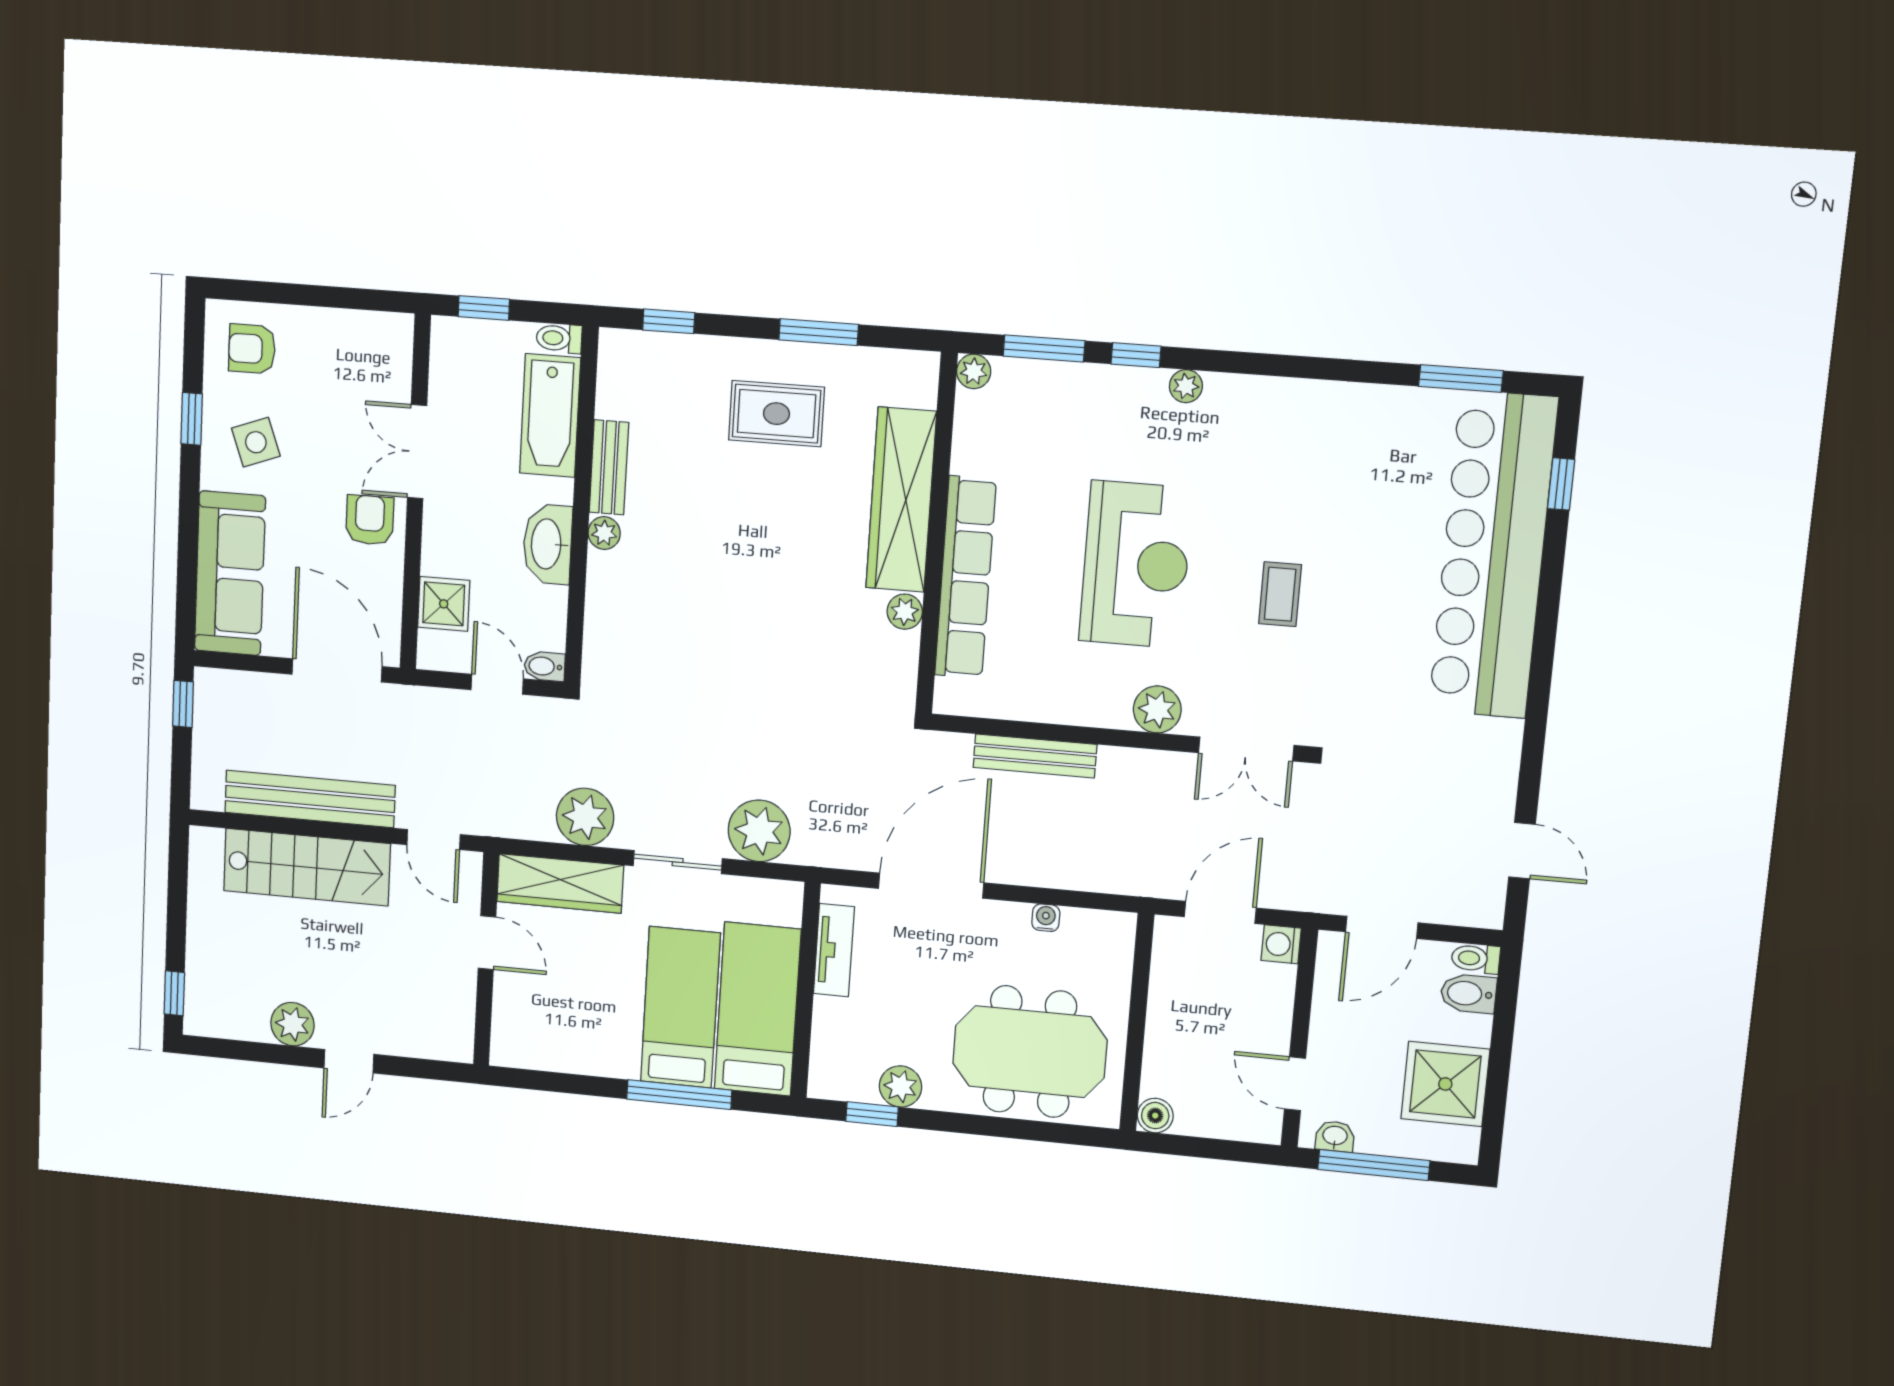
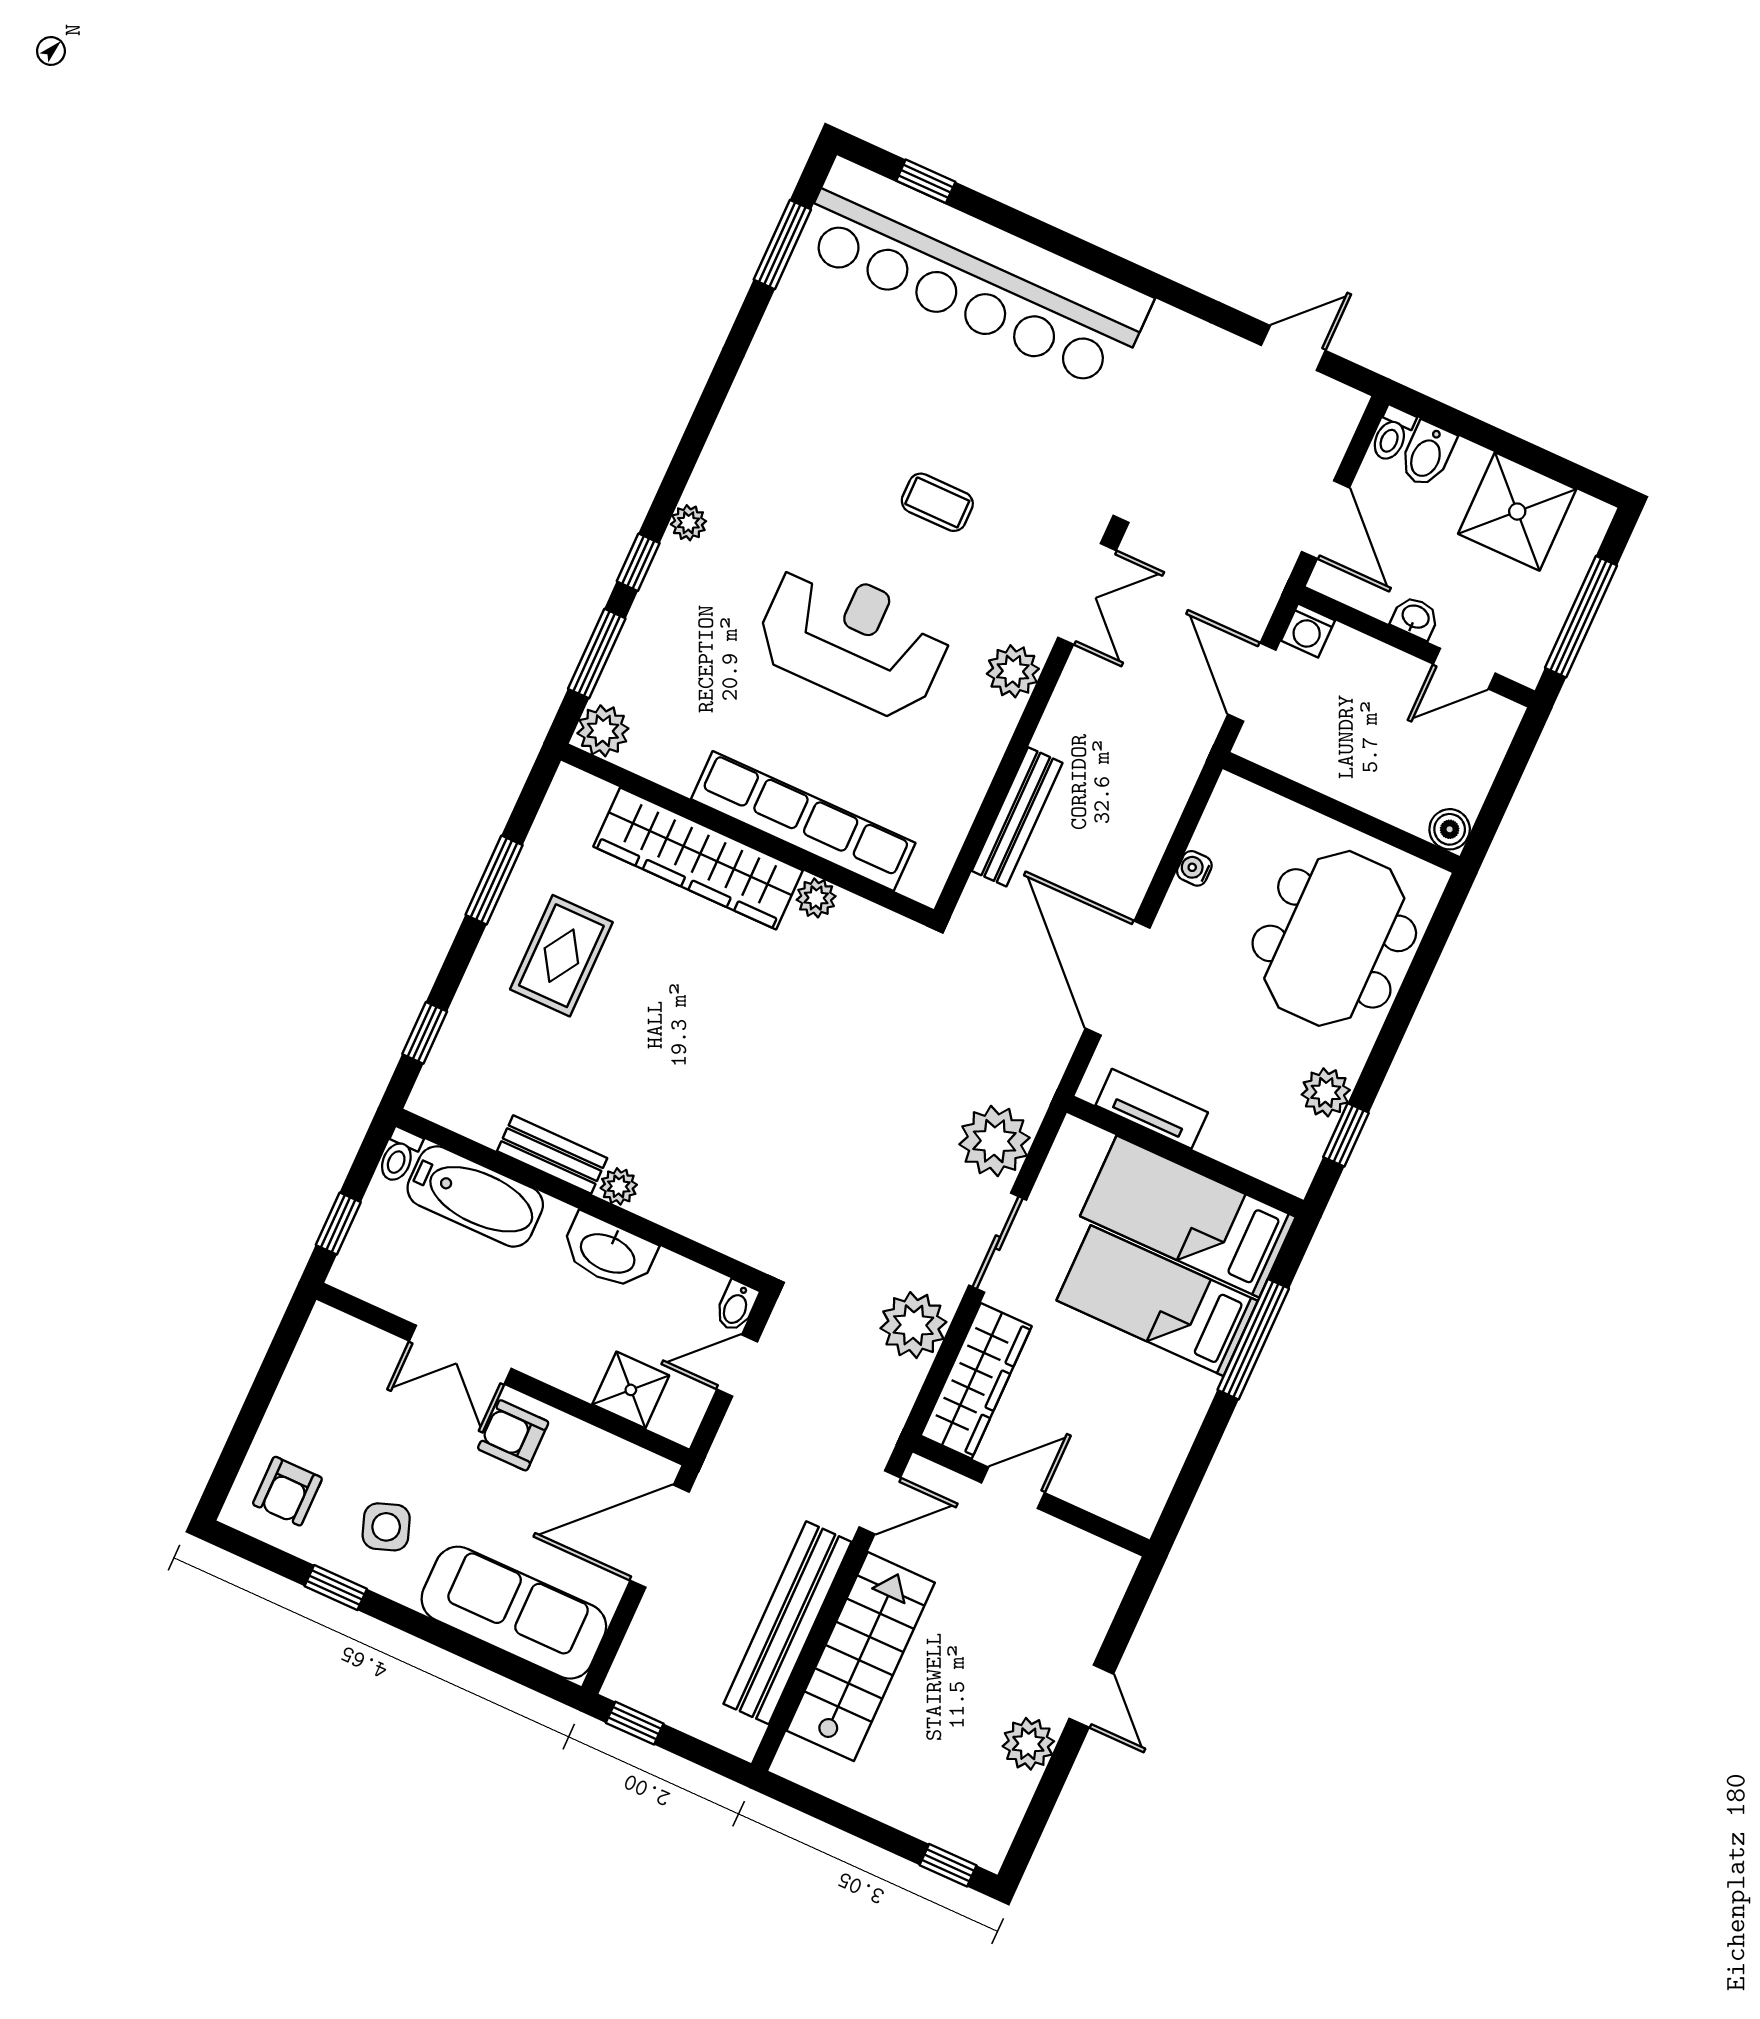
plant: (974, 371) -> (603, 731), width x1.38, depth x1.38
washbasin: (1335, 1136) -> (1415, 618), moved, turned 90

